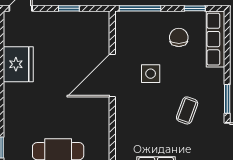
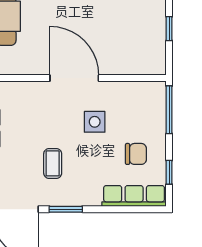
door: (112, 76) -> (74, 78), moved
coffee table: (187, 110) -> (53, 163), turned 70

